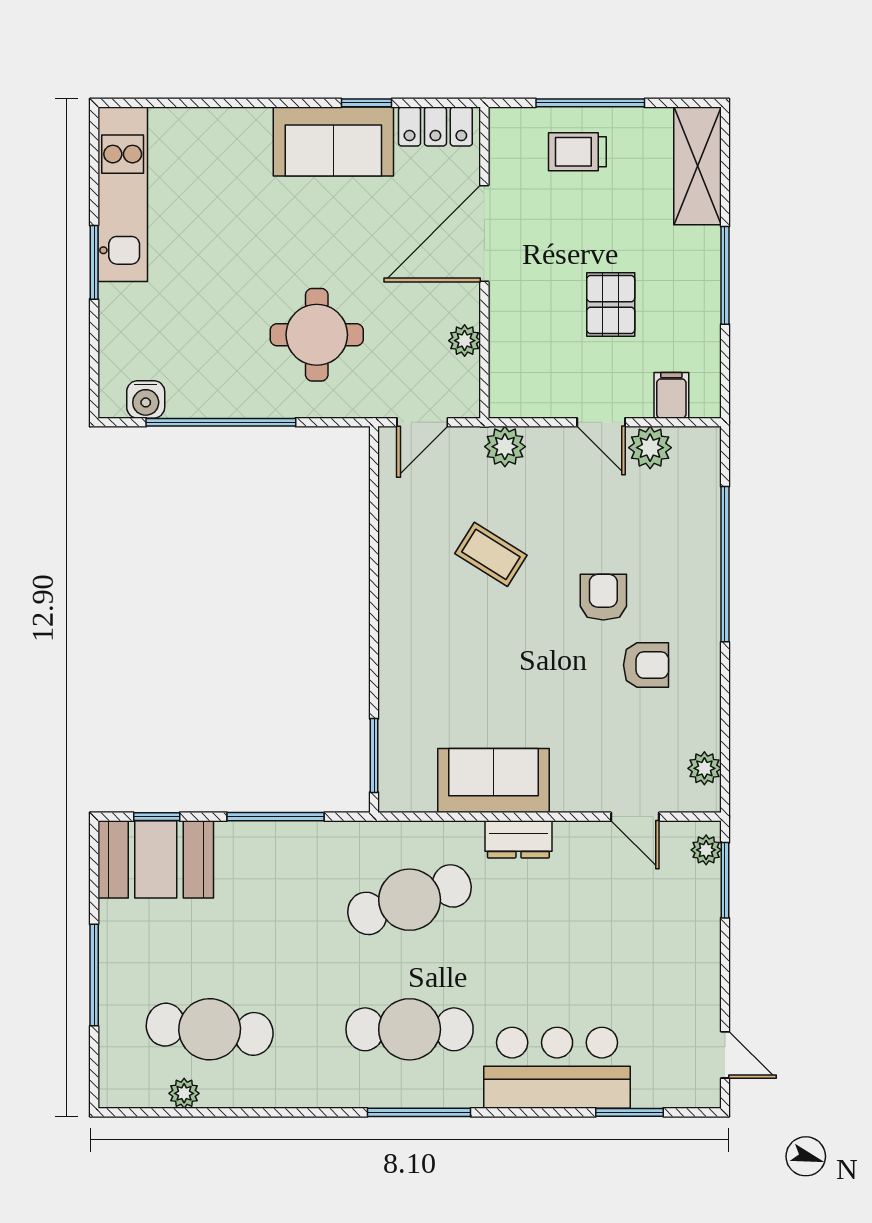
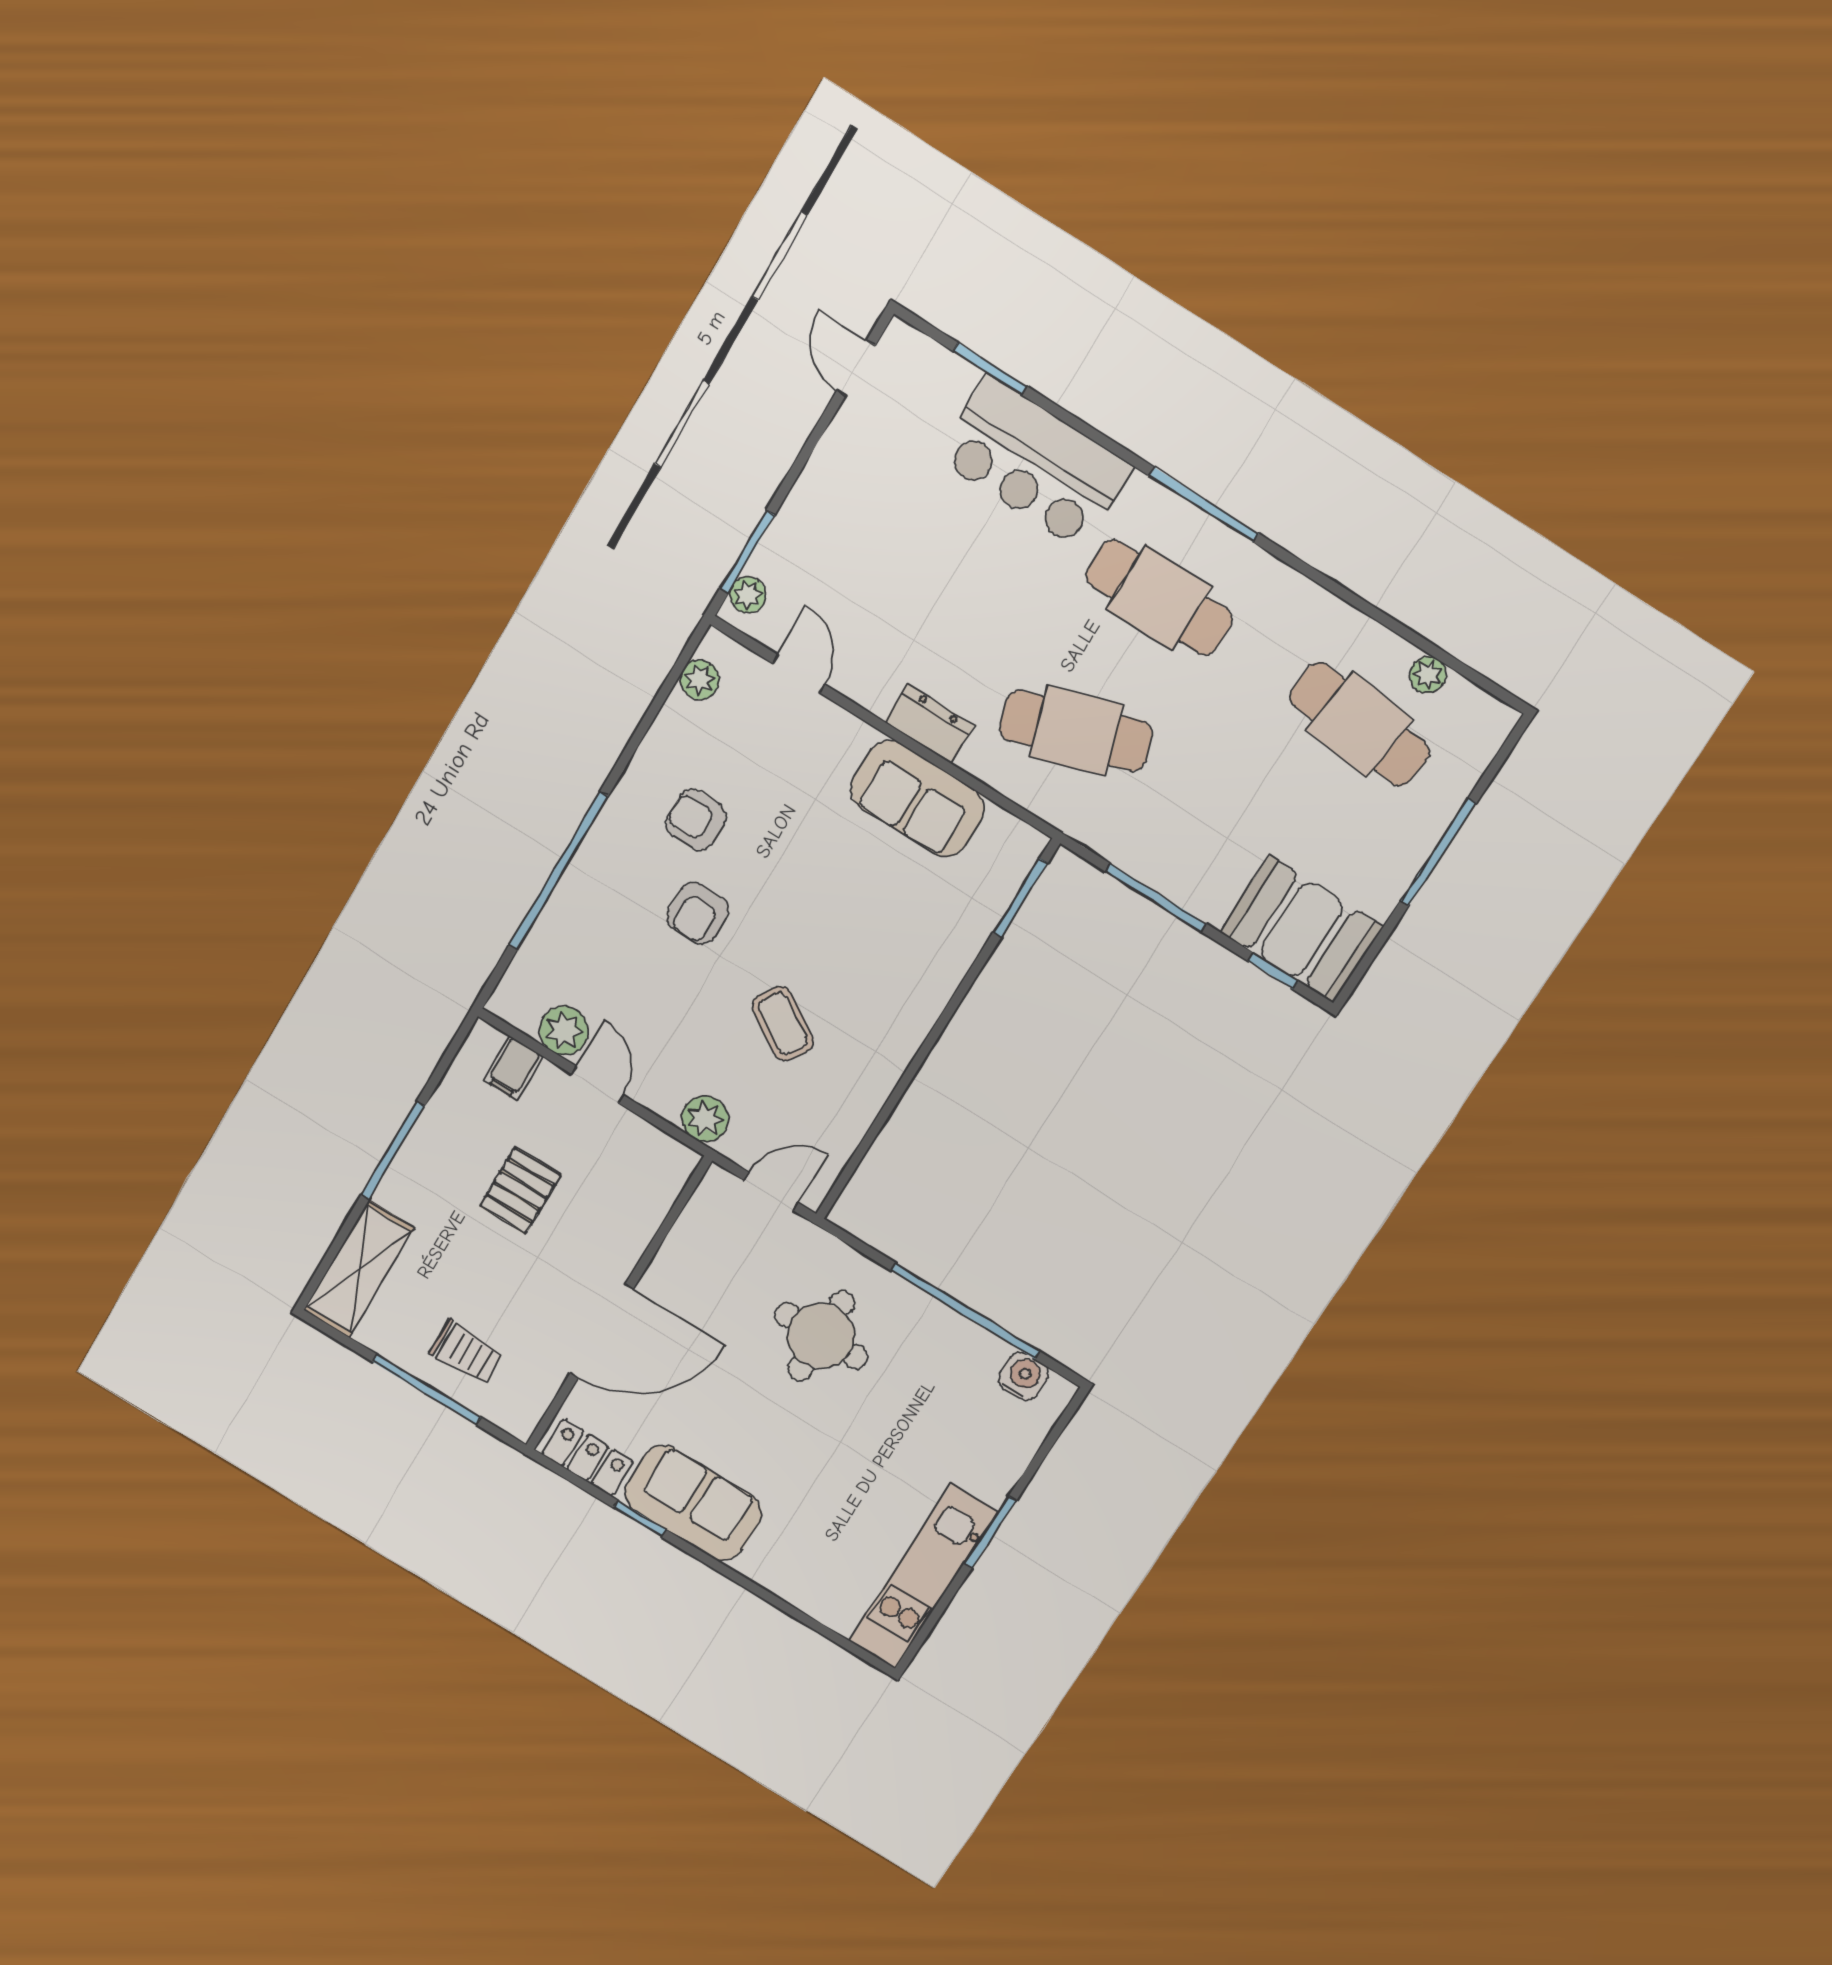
plant: (465, 341) -> (682, 1243), removed

